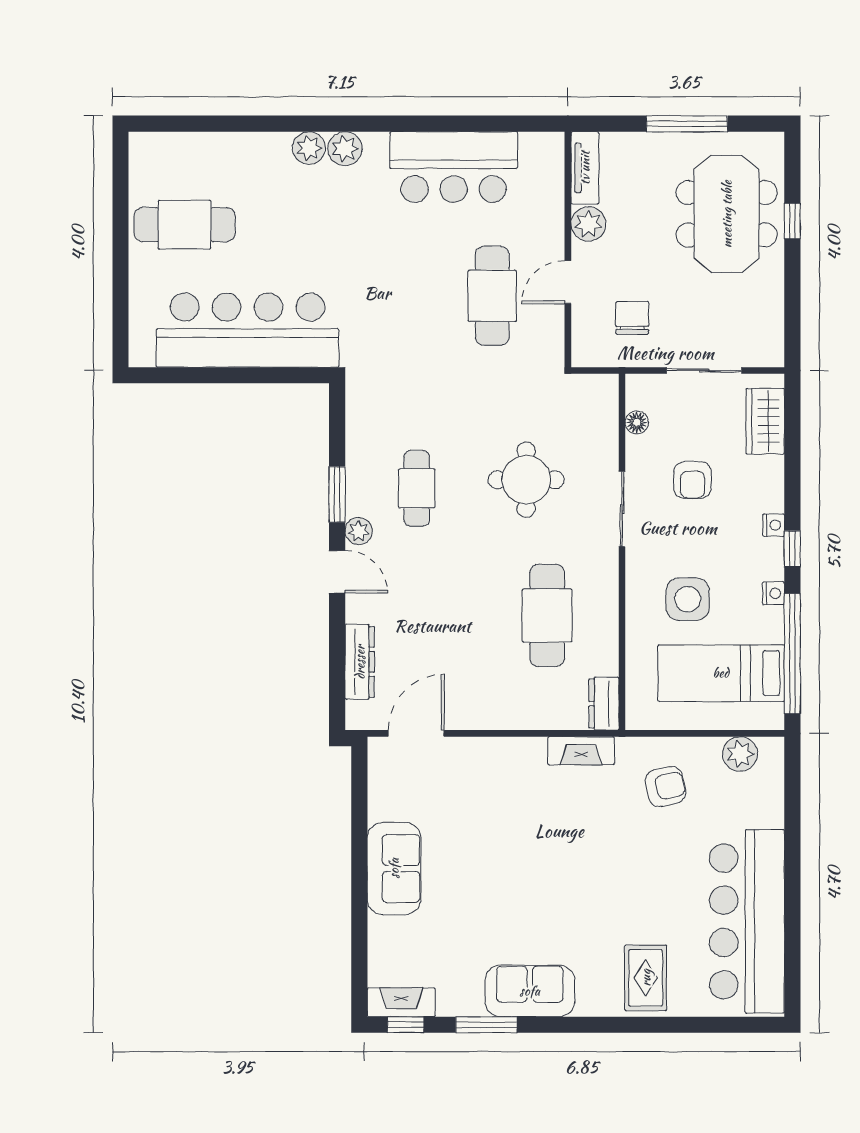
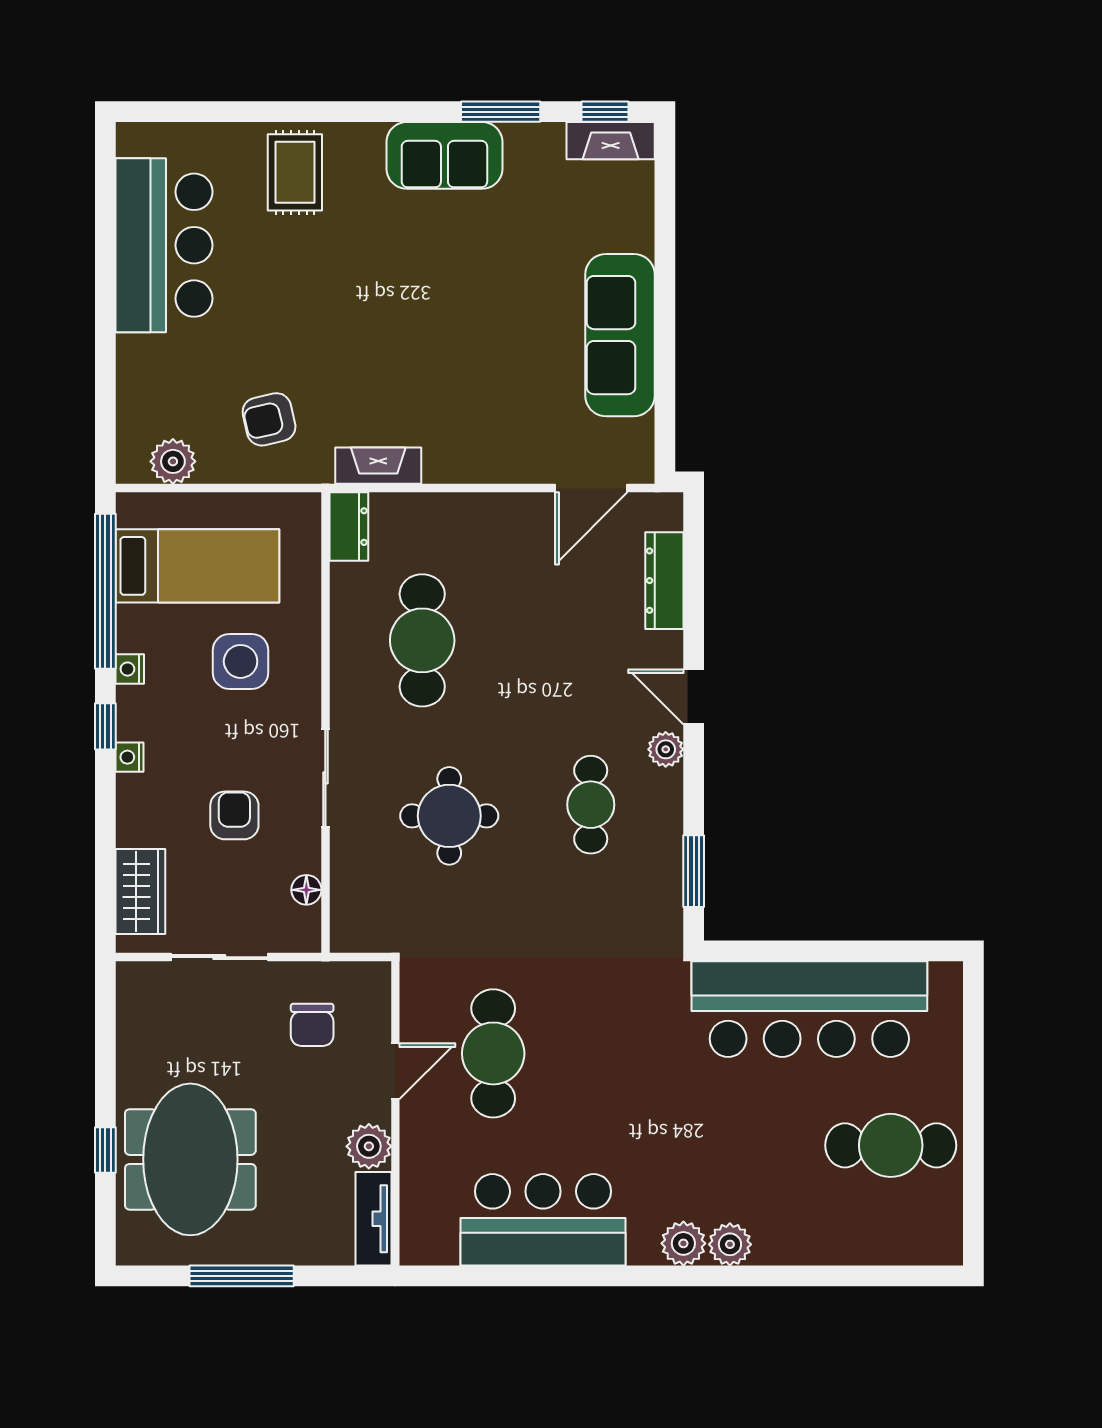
window: (337, 494) -> (694, 871), moved
sofa: (394, 868) -> (620, 335), width x1.36
bar counter: (747, 921) -> (164, 245), width x0.73

